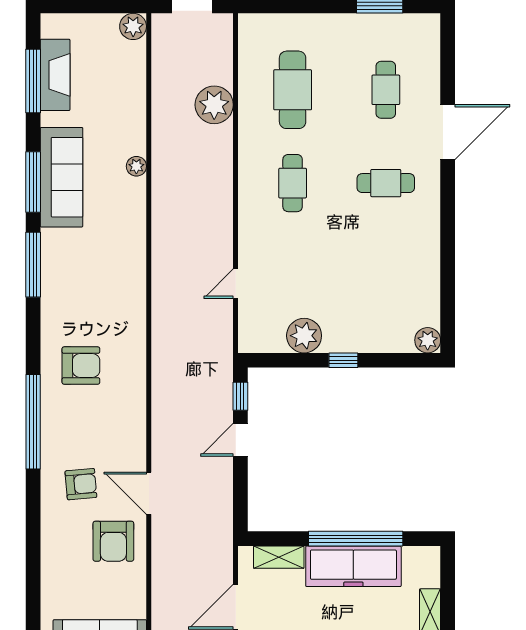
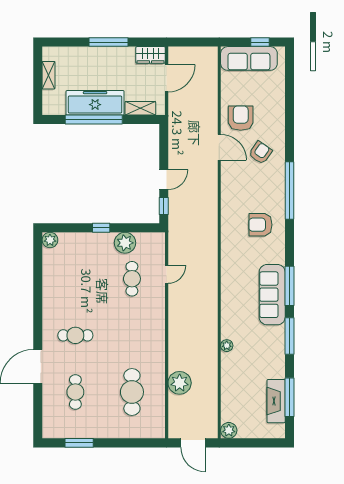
sofa: (62, 177) -> (272, 295), moved
cafe table: (293, 183) -> (132, 279), moved
armchair: (81, 484) -> (260, 153), turned 130

